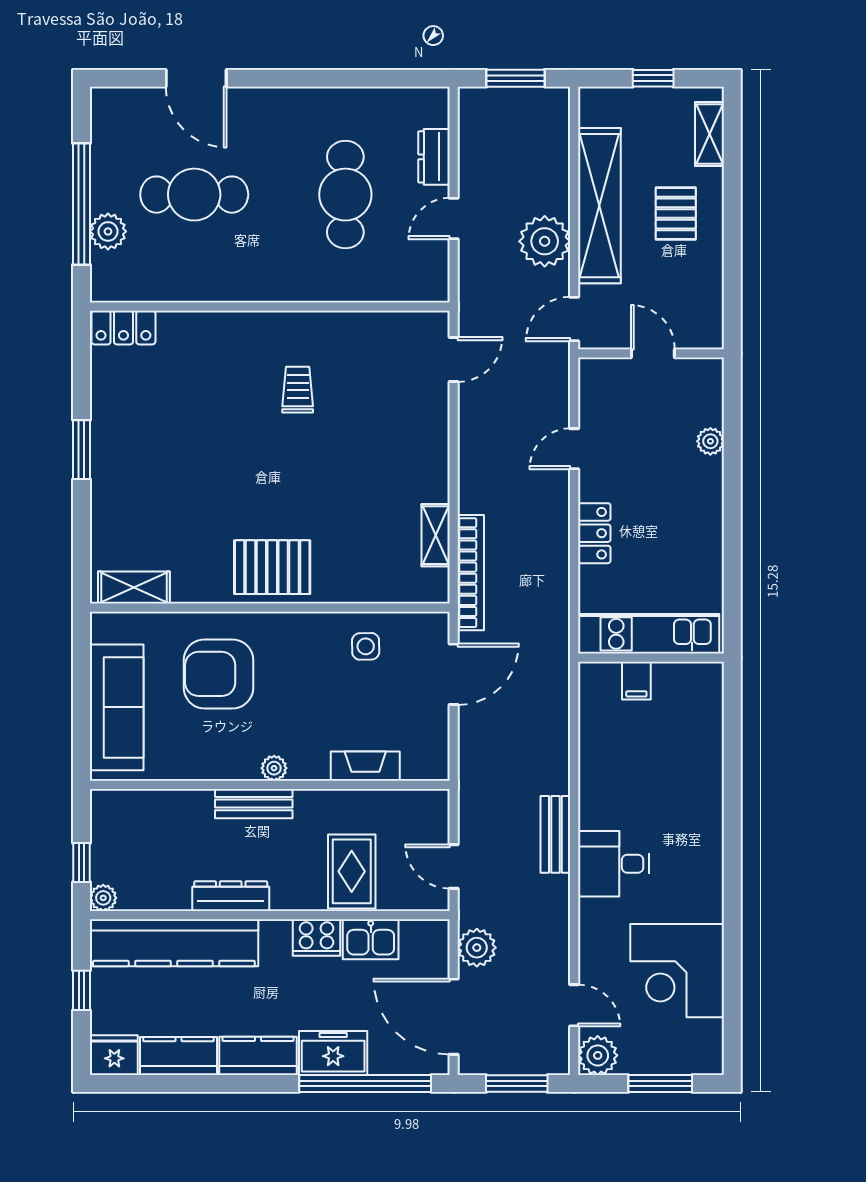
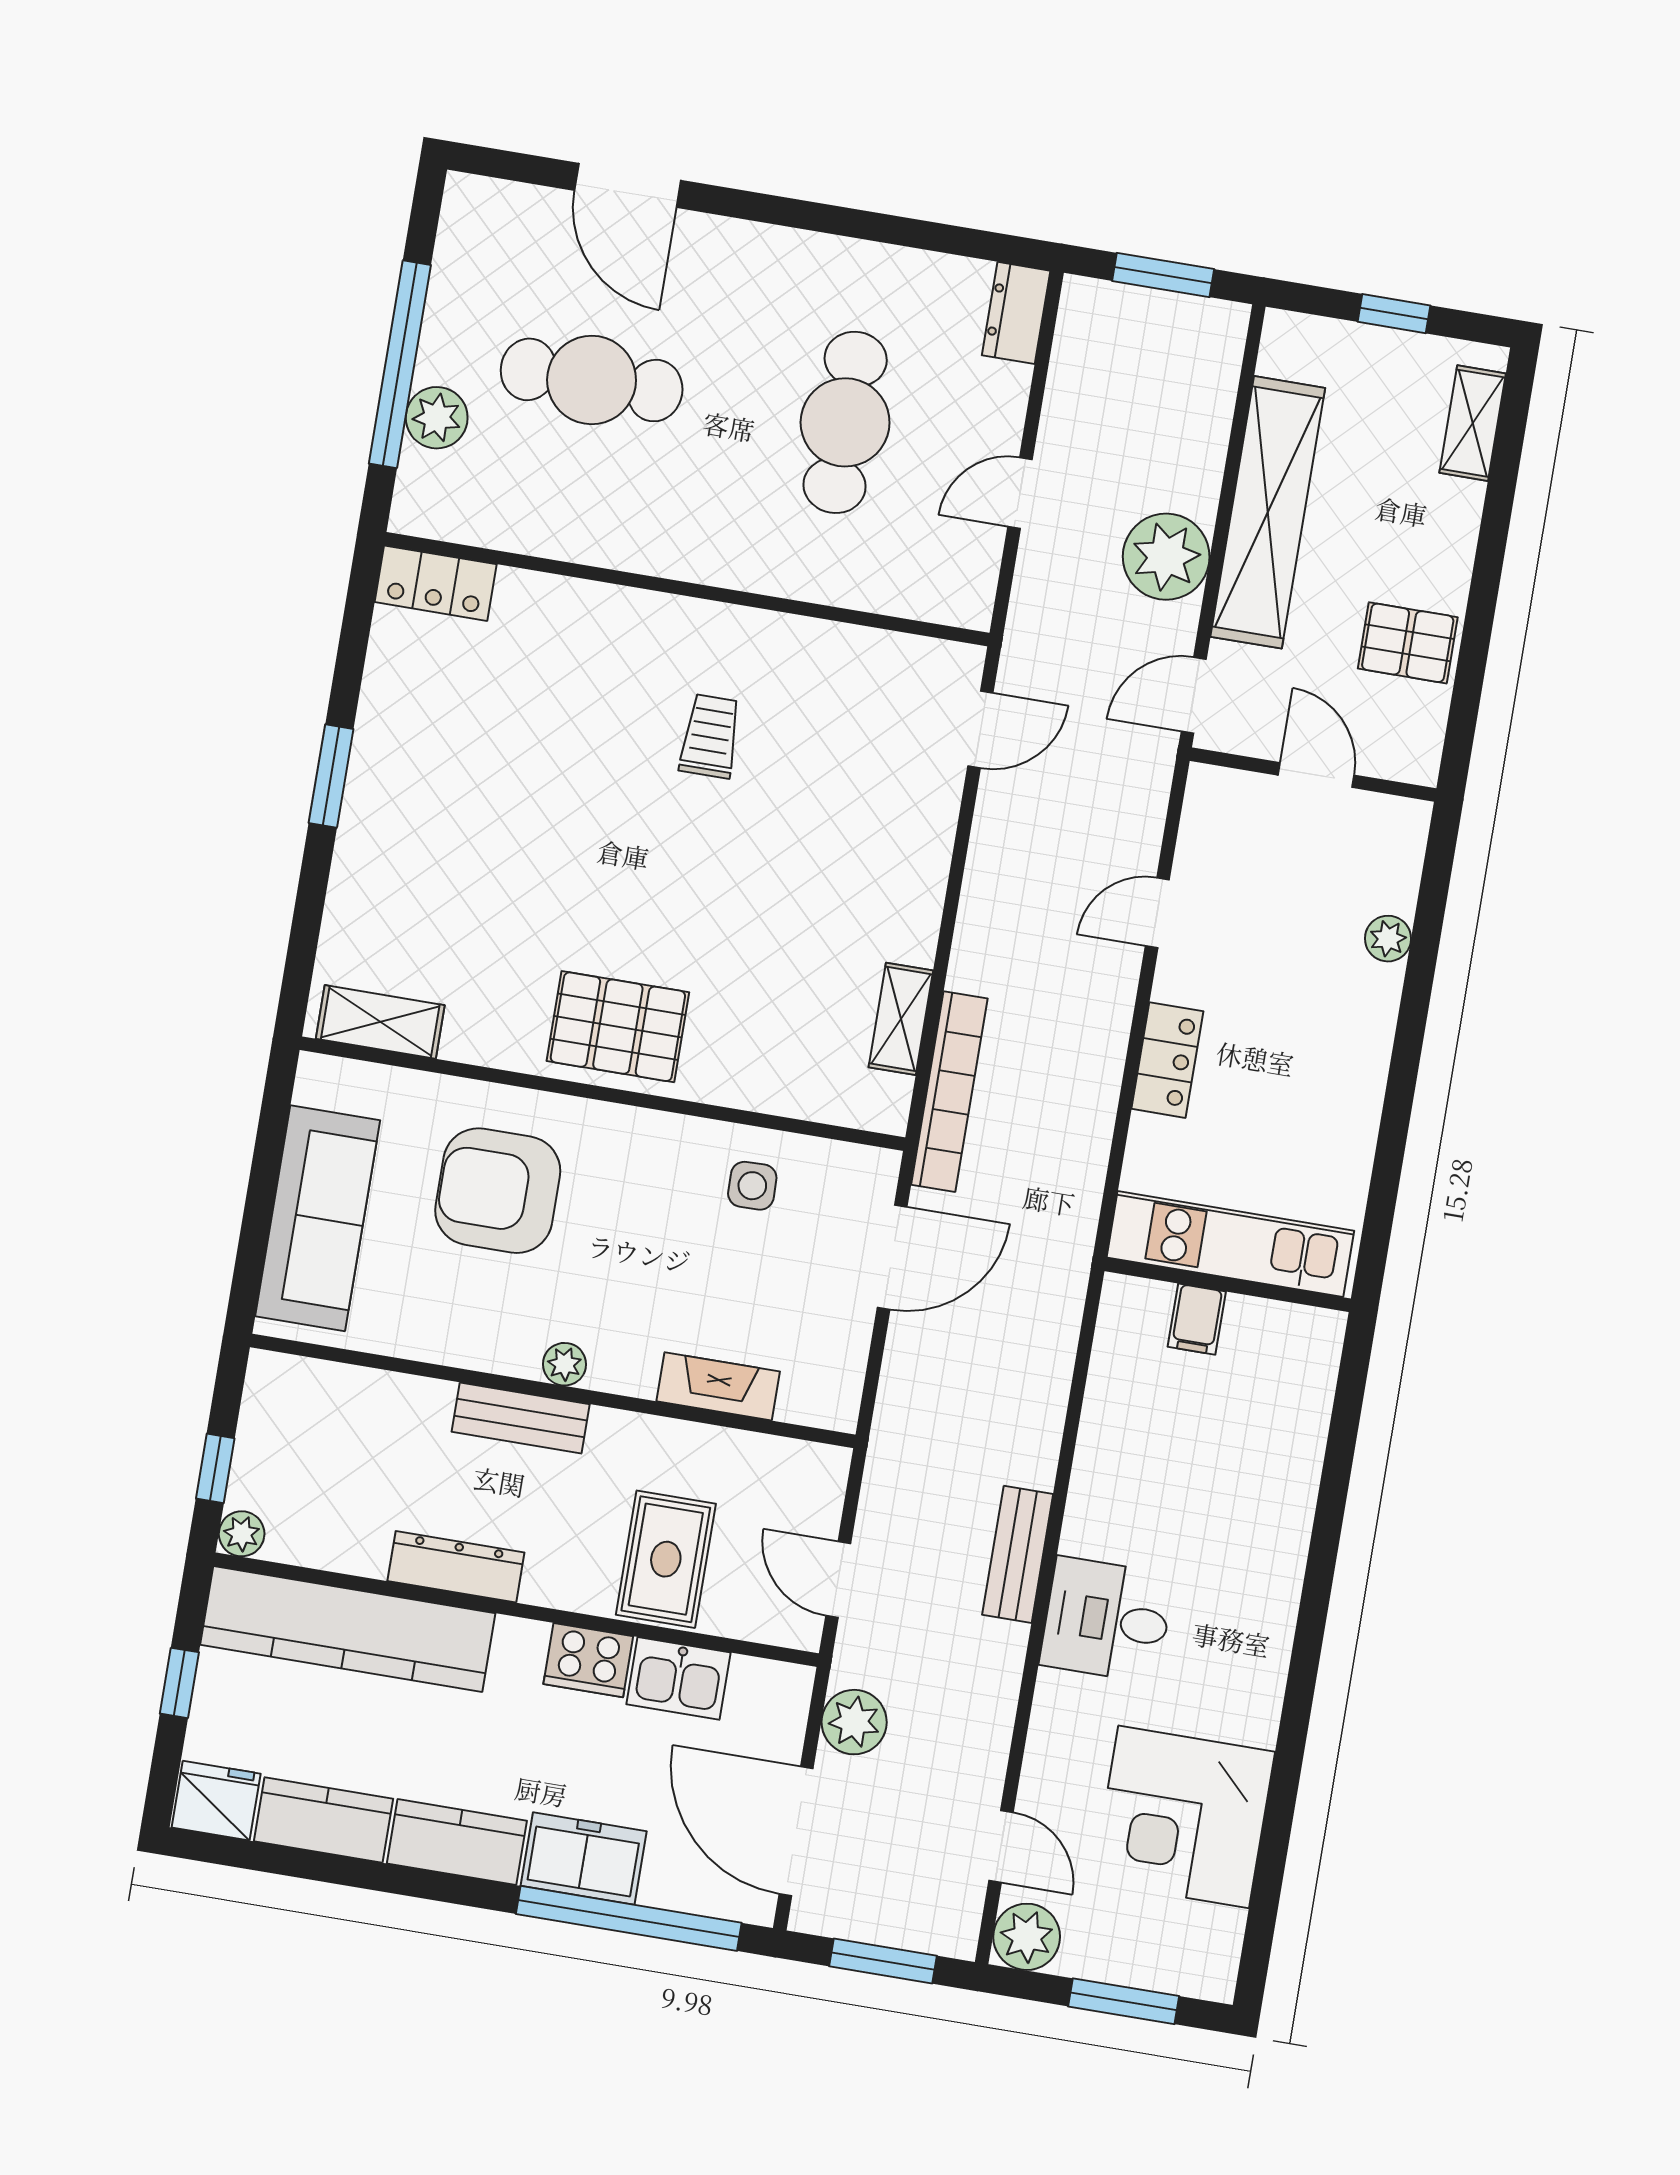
dresser: (434, 157) -> (1016, 313), moved
pallet: (676, 213) -> (1408, 643), moved, turned 90

